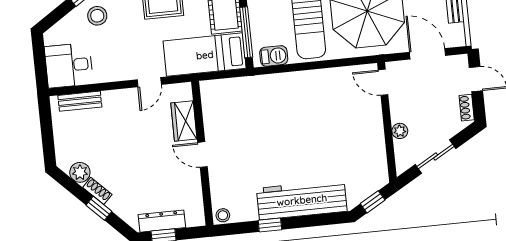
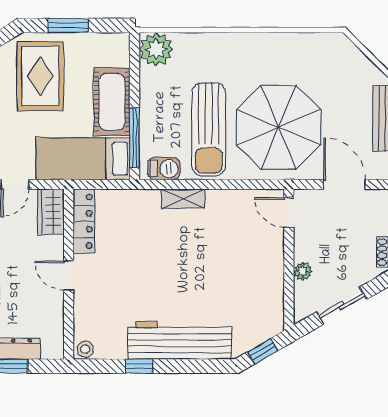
shelving: (293, 80) -> (183, 199), added
locker: (211, 107) -> (84, 221), added
wardrobe: (184, 121) -> (51, 212), moved

